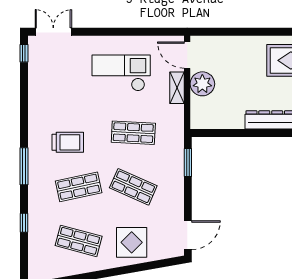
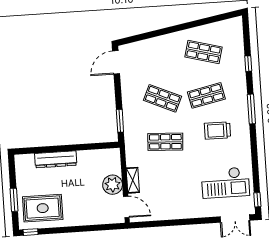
checkout: (121, 73) -> (225, 183), moved
display table: (132, 242) -> (161, 54), removed

